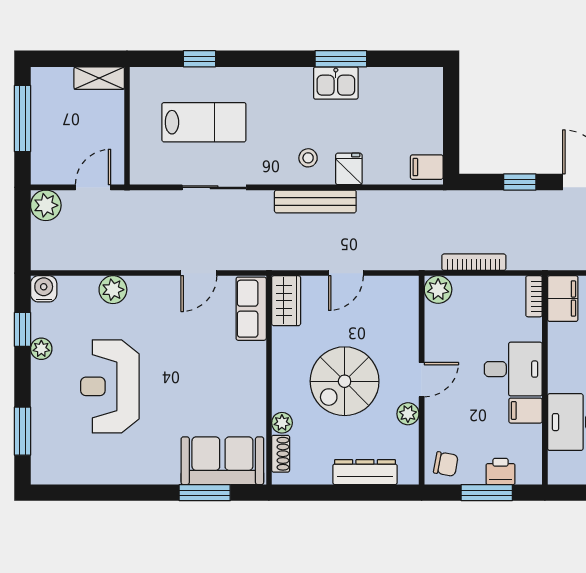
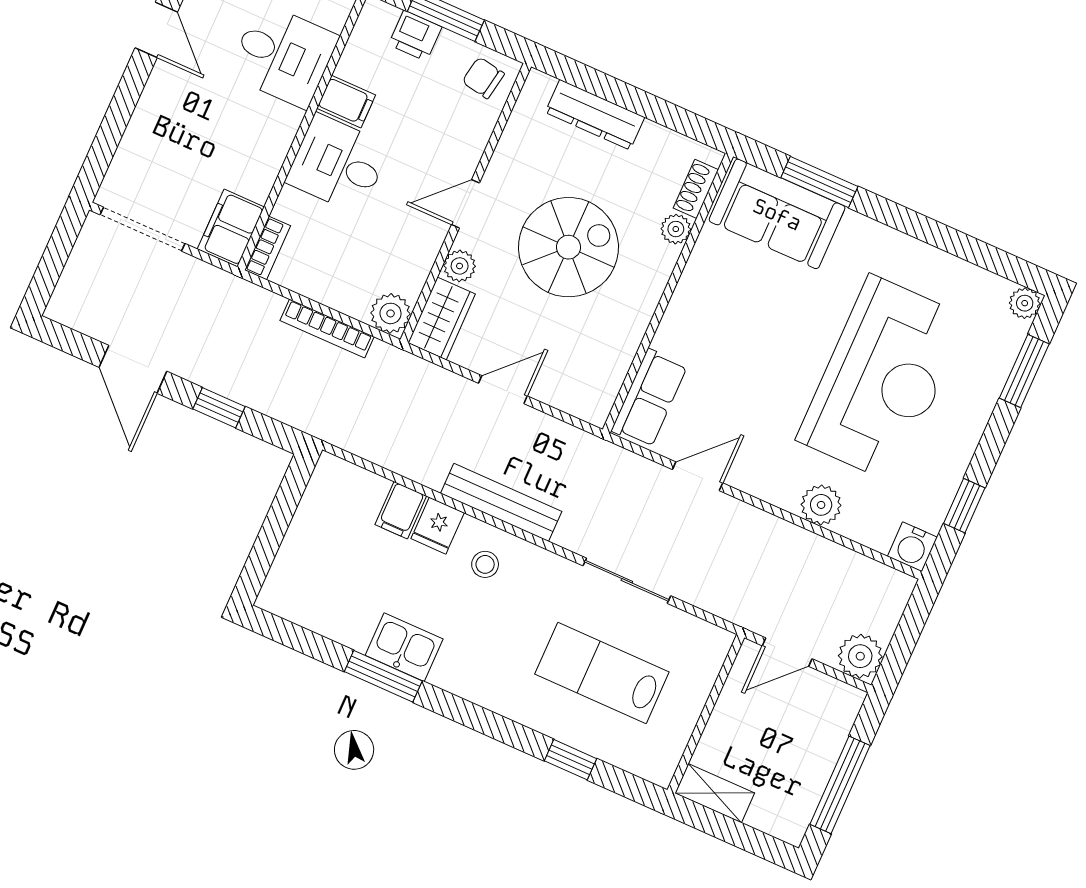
filing cabinet: (427, 167) -> (401, 510), moved, turned 90
wardrobe: (286, 301) -> (442, 318), moved, turned 180
plant: (41, 349) -> (1025, 303), moved
reception desk: (110, 386) -> (882, 379), width x1.36, depth x1.30
plant: (408, 414) -> (460, 266), moved

